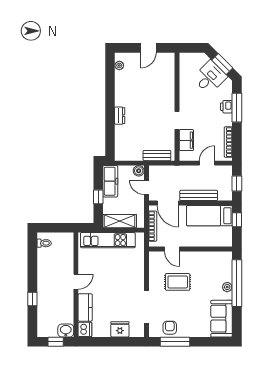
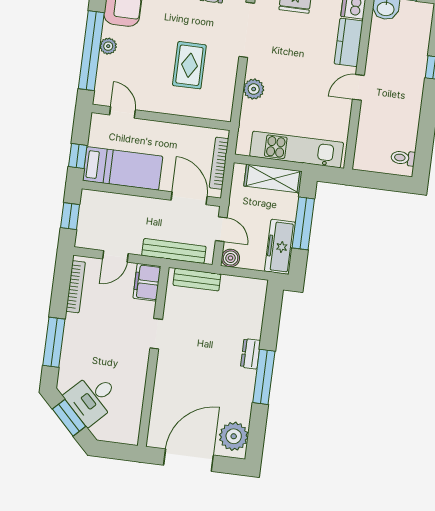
door: (148, 48) -> (188, 460), width x1.88
plant: (119, 65) -> (234, 436), width x1.88, depth x1.88
window: (110, 103) -> (264, 377), added
printer: (226, 107) -> (71, 346), removed
filing cabinet: (186, 140) -> (147, 282), moved
bench: (199, 195) -> (174, 251), moved
window: (98, 197) -> (303, 223), width x2.17
door: (172, 249) -> (122, 112), moved
plant: (138, 273) -> (254, 89), added
rug: (178, 282) -> (189, 65), turned 90

